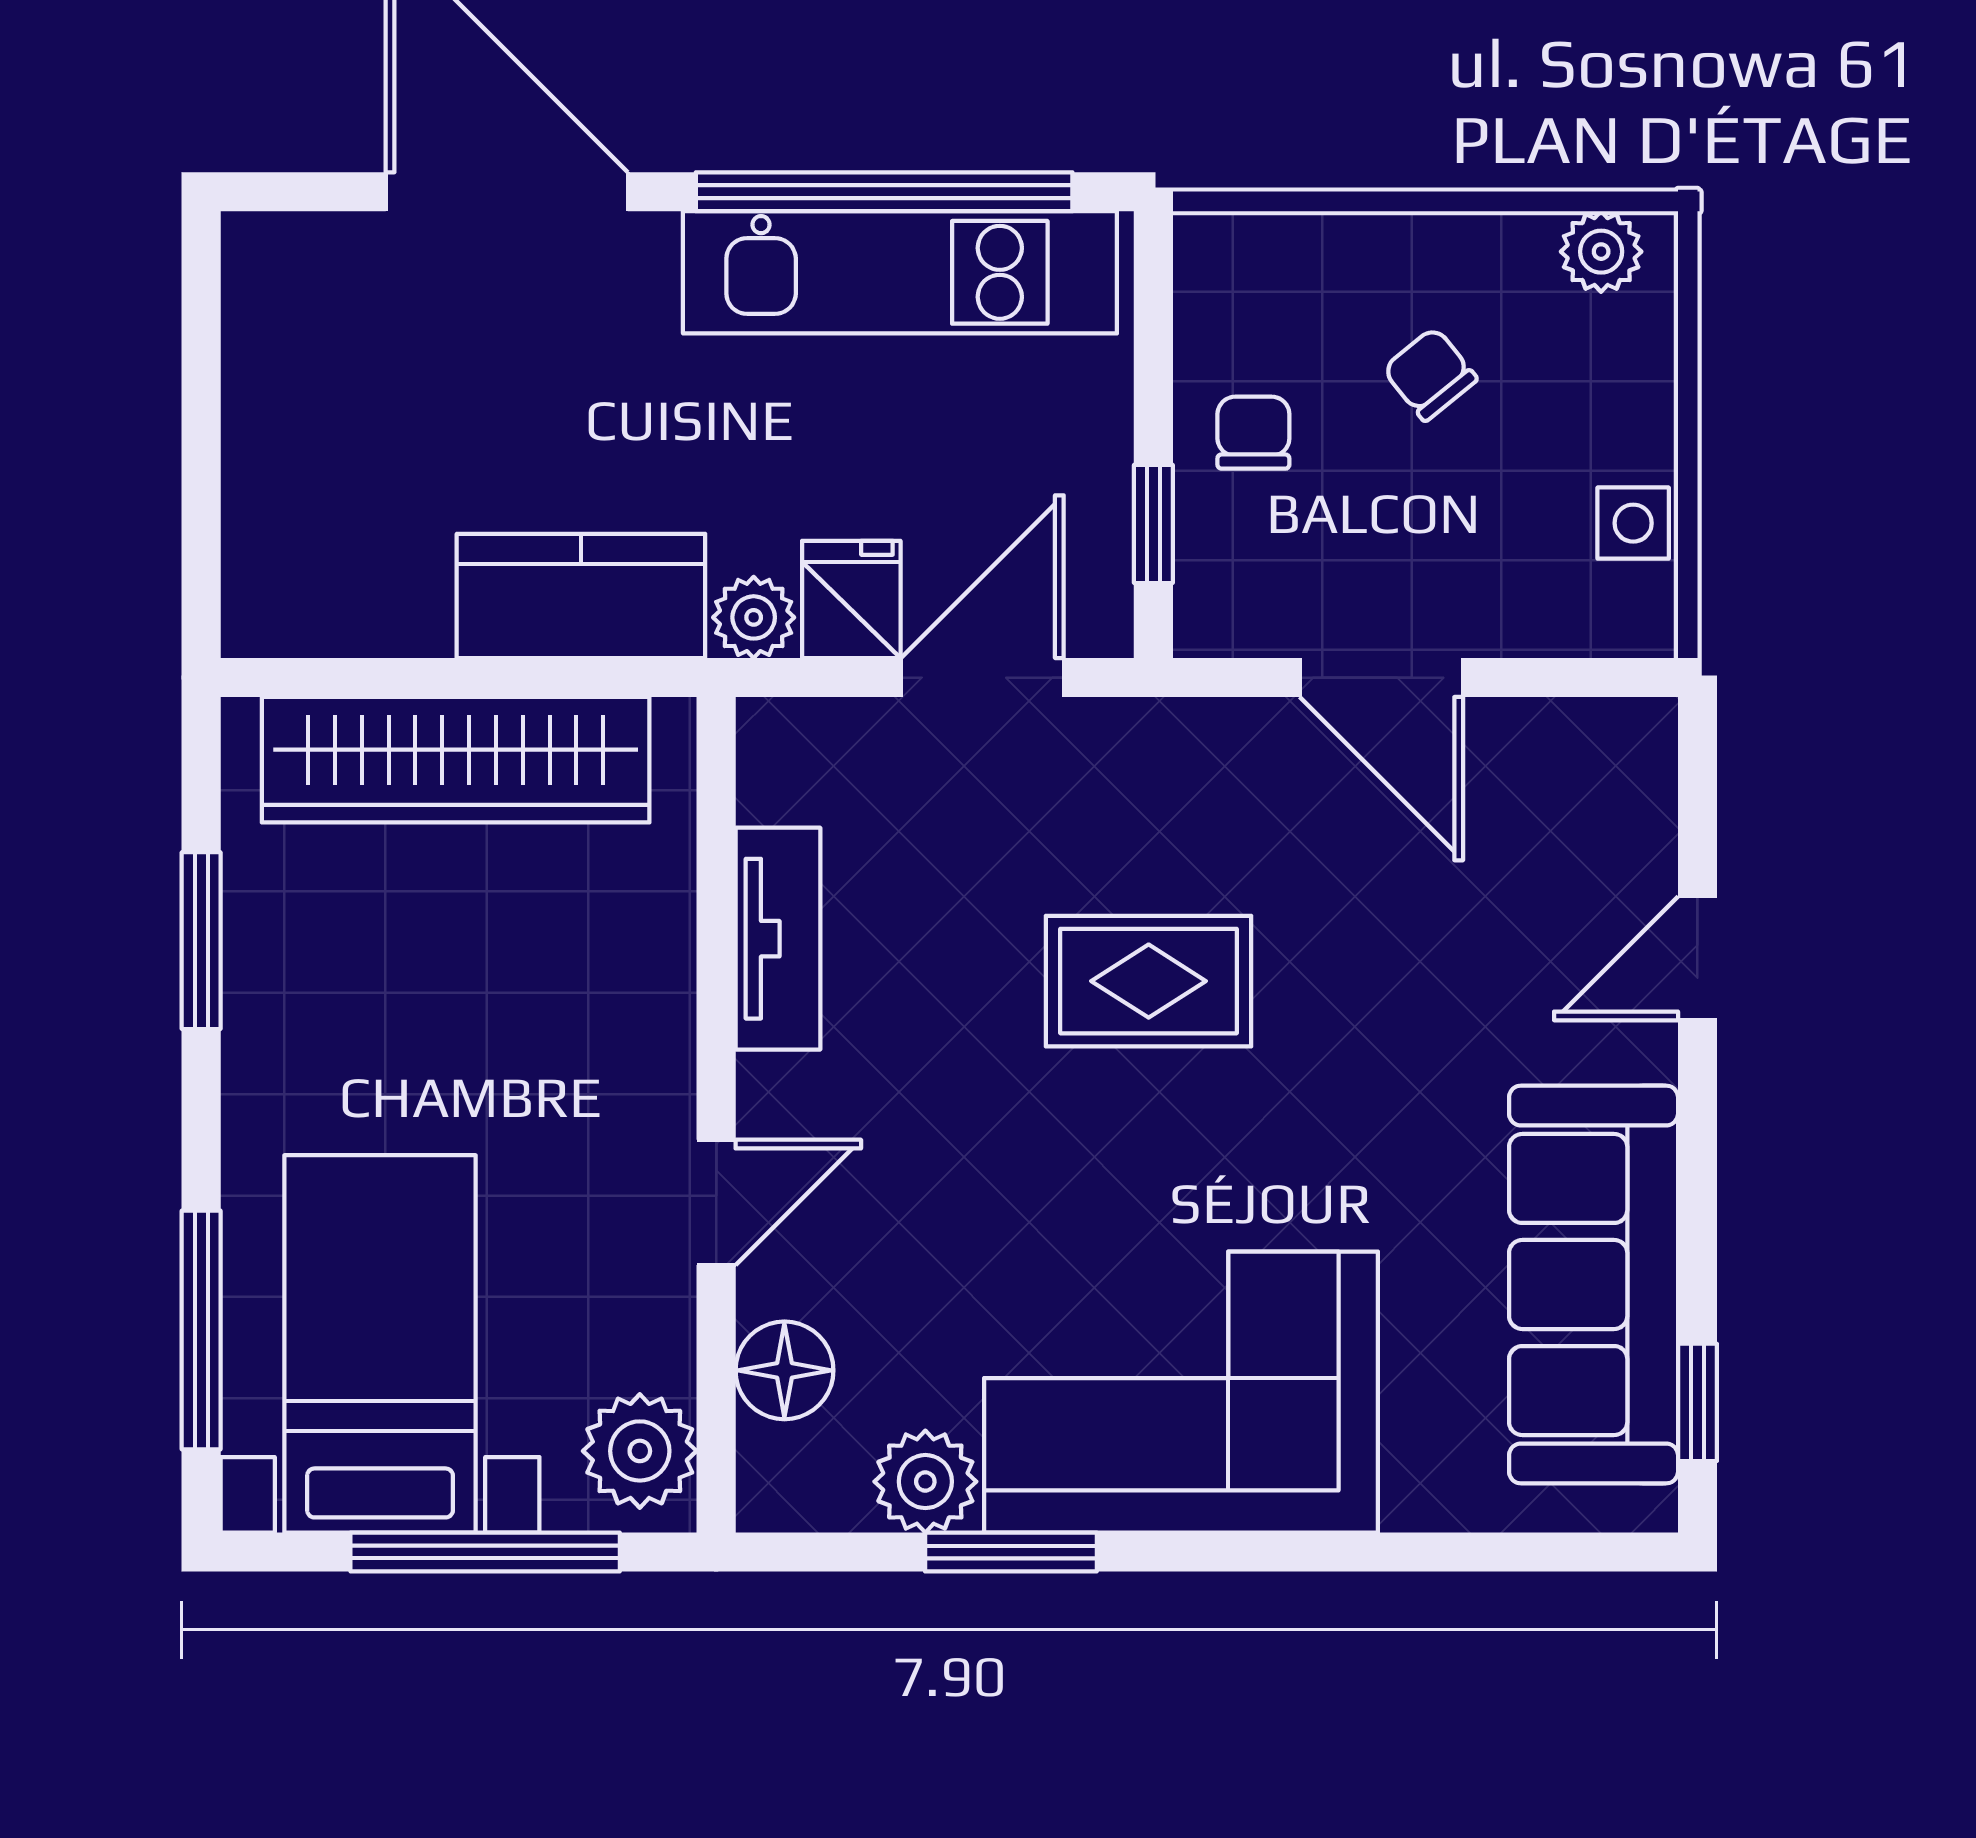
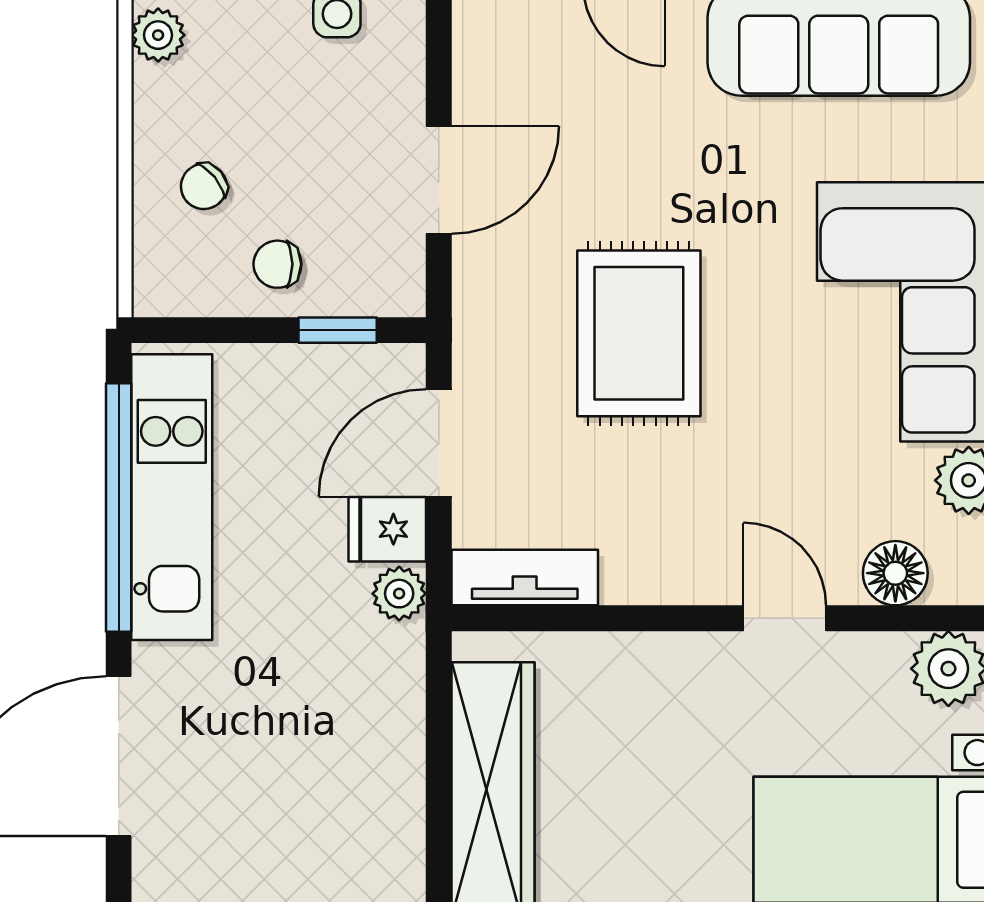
chair: (1430, 374) -> (204, 186), moved
kitchen counter: (581, 596) -> (385, 707), removed
door: (982, 678) -> (439, 443), hinge flipped
tv unit: (778, 939) -> (525, 578), moved
rug: (1149, 981) -> (639, 333), width x1.36, depth x1.43

